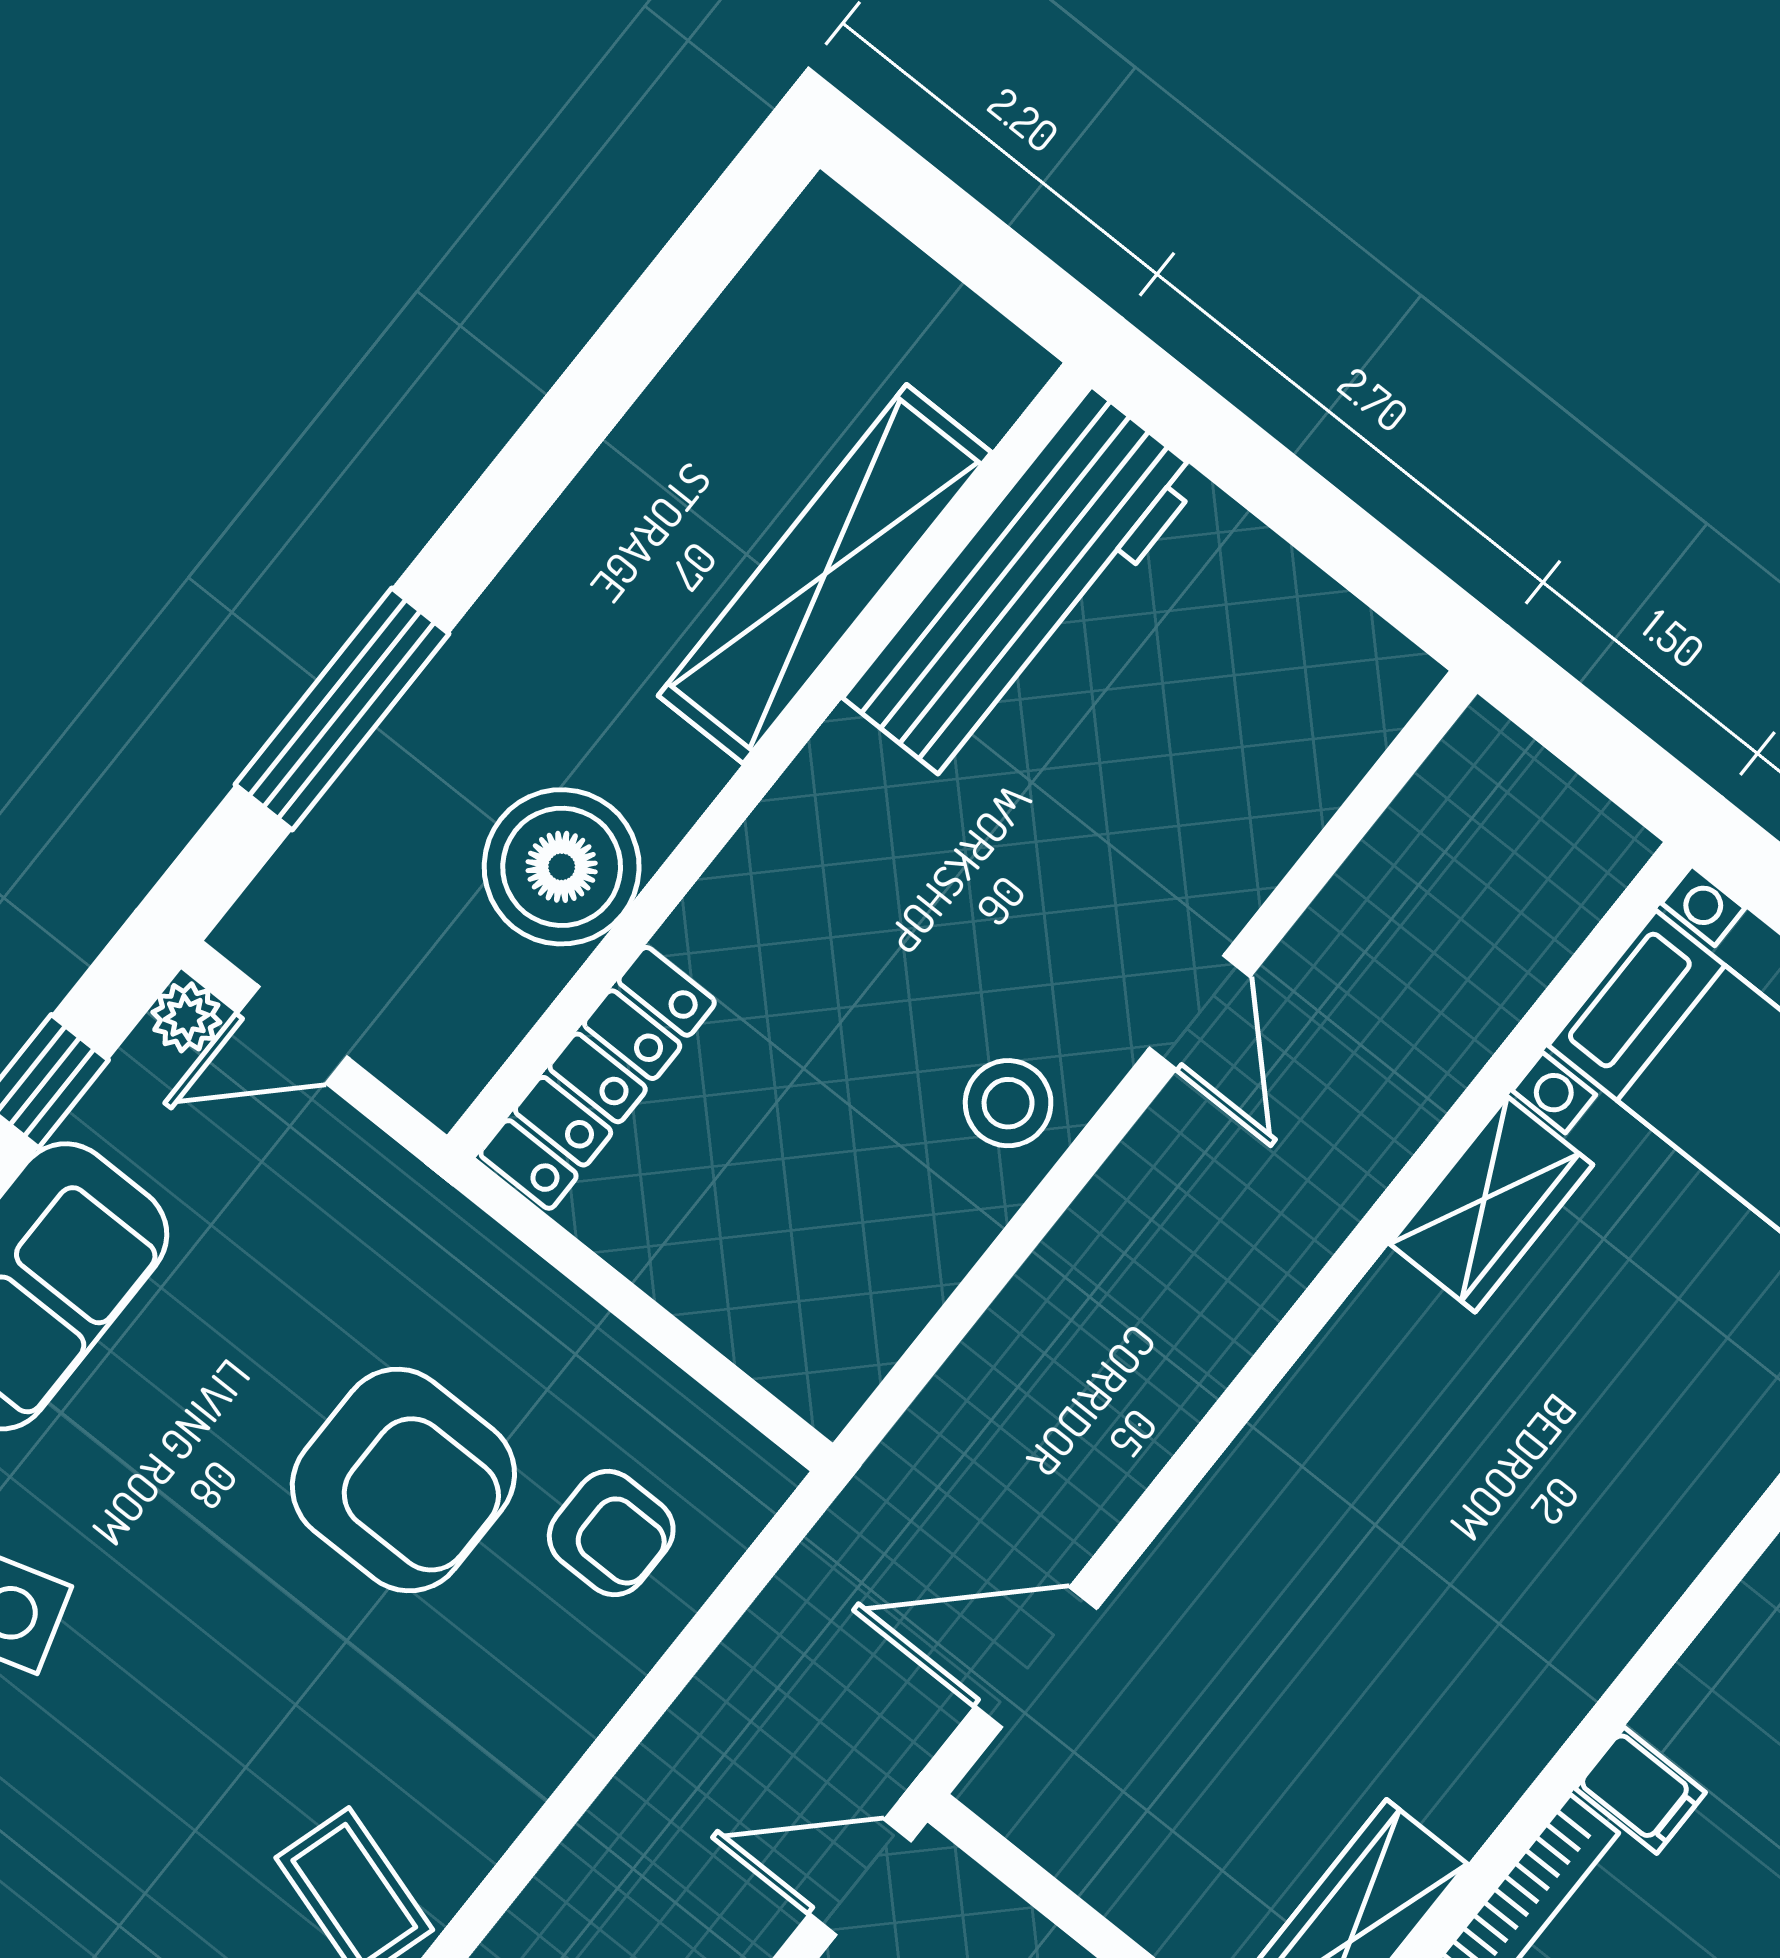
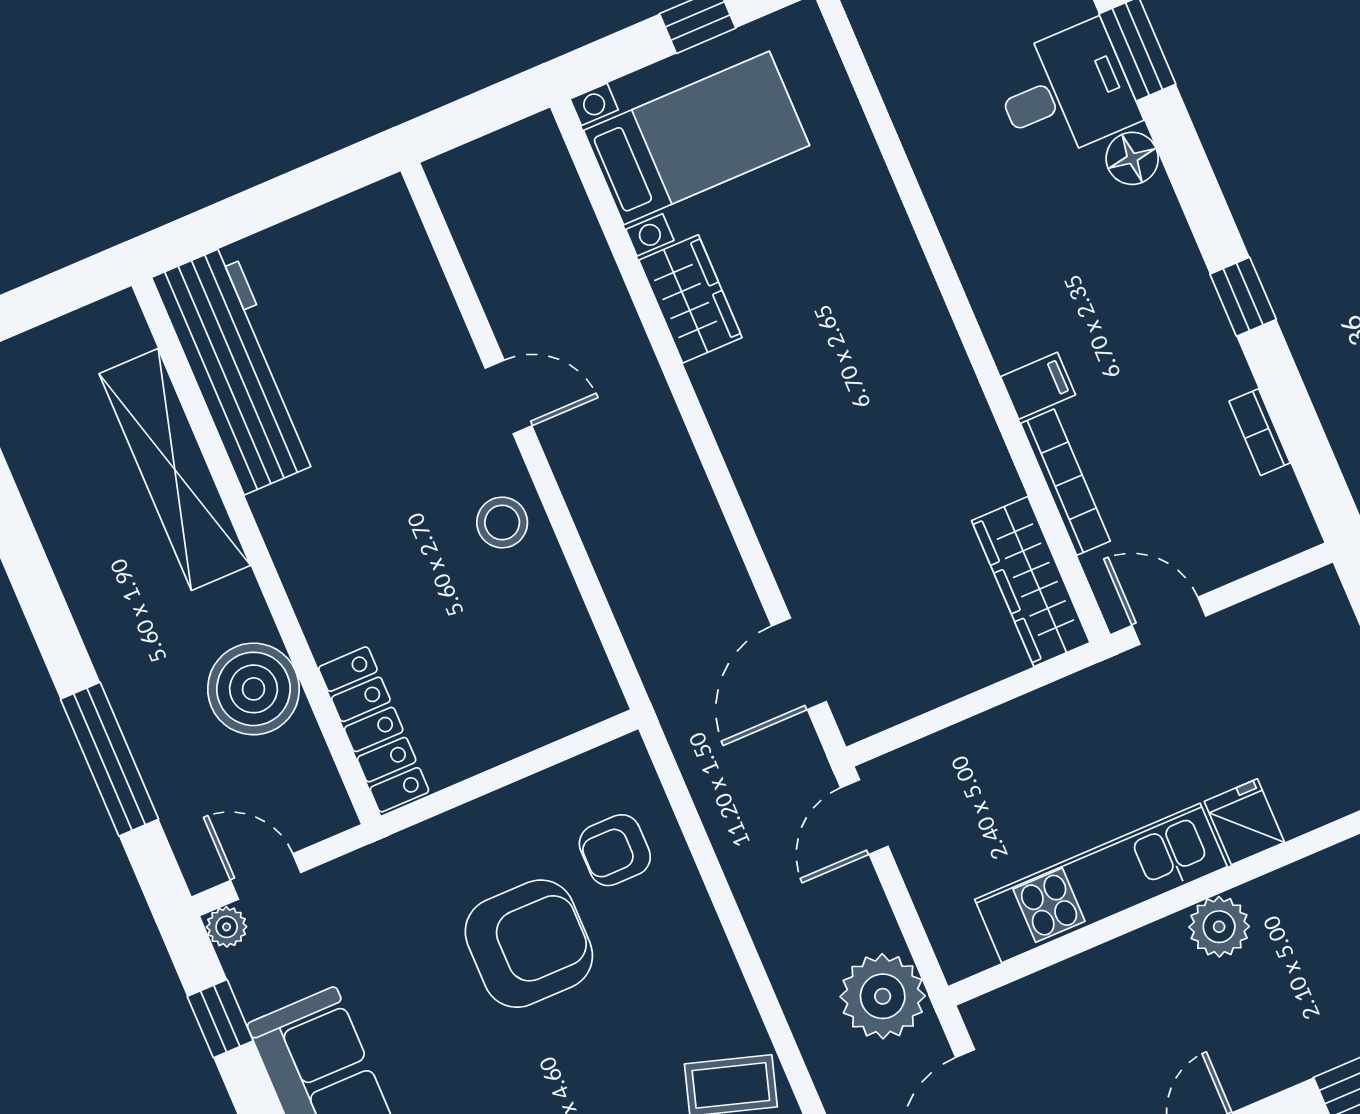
door: (292, 1035) -> (266, 876), swing flipped
armchair: (611, 1533) -> (615, 850), turned 180

